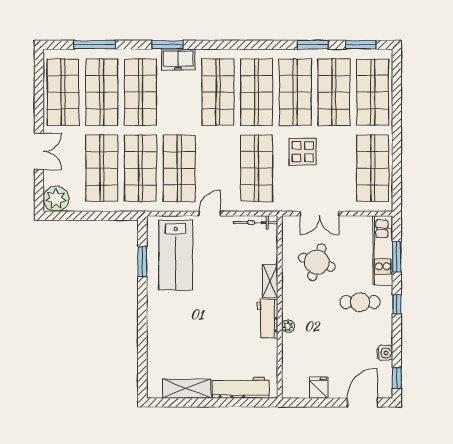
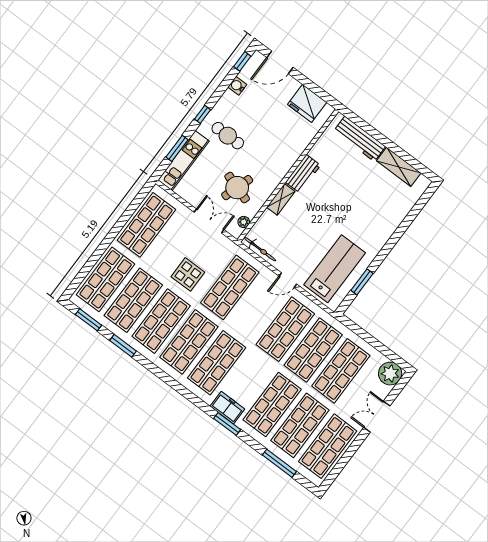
plant: (288, 326) -> (244, 222), moved
fridge: (319, 388) -> (307, 103), width x1.88, depth x1.34

